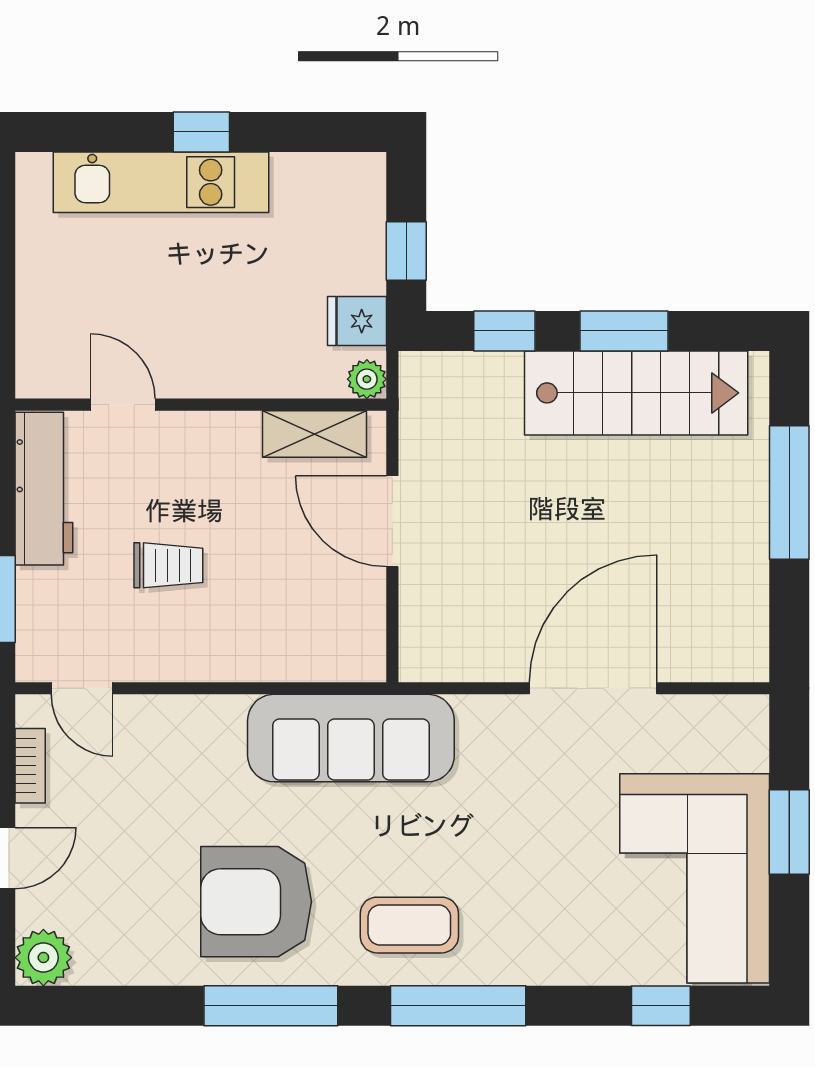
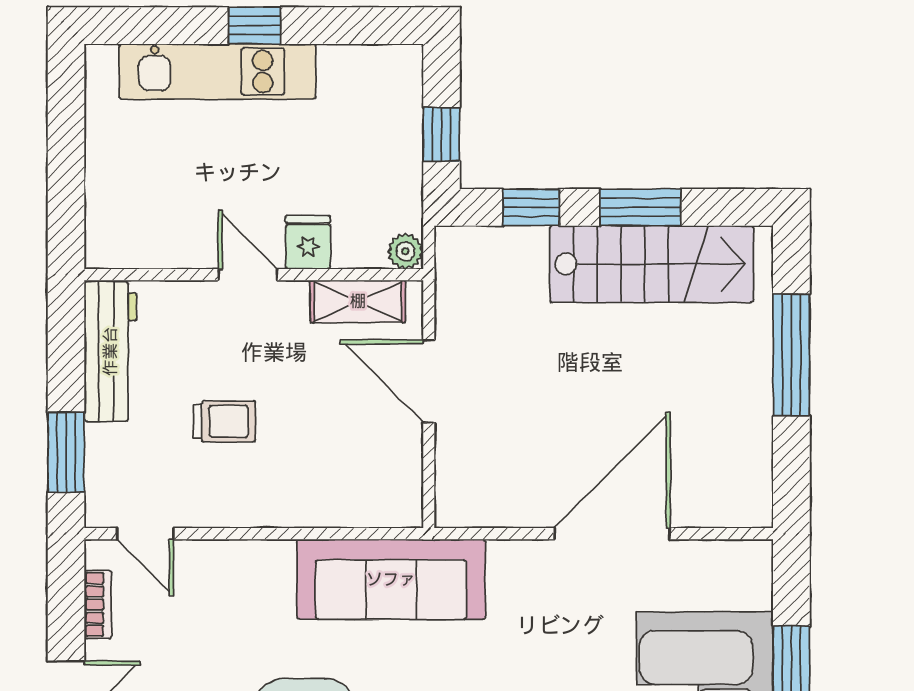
fridge: (357, 321) -> (308, 242), moved, turned 90
door: (123, 405) -> (248, 275), moved

